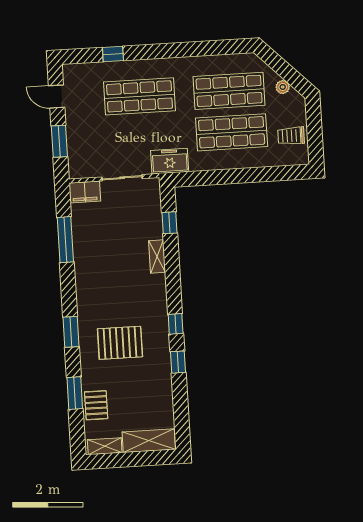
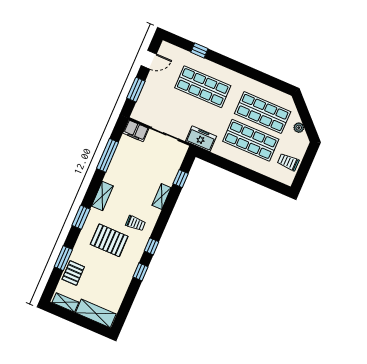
door: (57, 97) -> (149, 60), swing flipped
shelving: (84, 293) -> (102, 196), added
trolley: (142, 305) -> (136, 223), added

